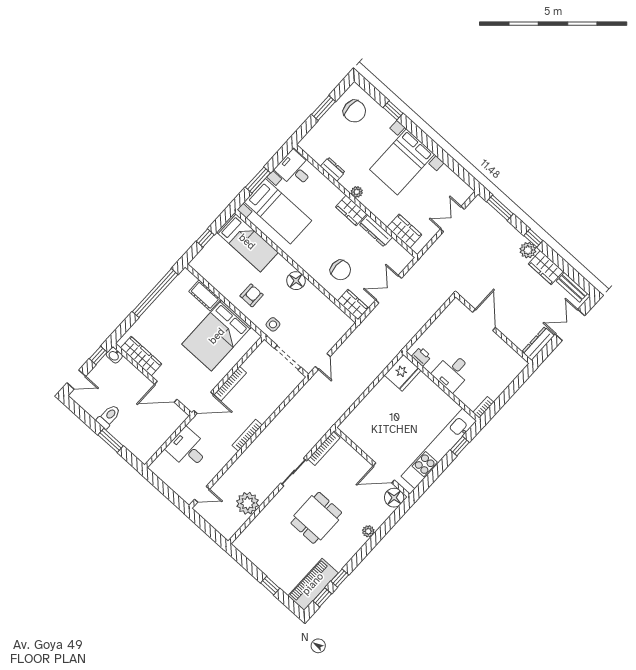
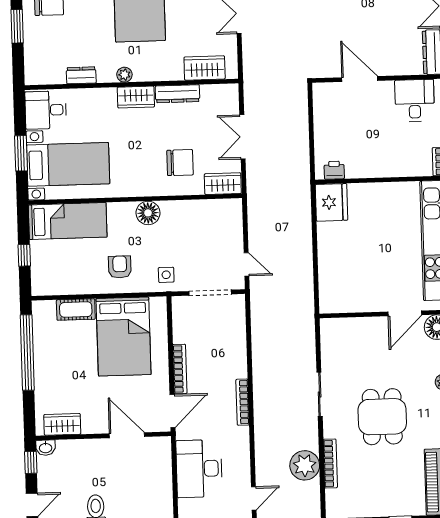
wardrobe: (141, 356) -> (62, 424), width x0.67
desk: (452, 372) -> (415, 100), moved, turned 180
door: (166, 392) -> (127, 435), swing flipped
desk: (188, 449) -> (199, 469), width x1.37
bookcase: (324, 449) -> (330, 463), moved

